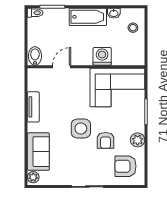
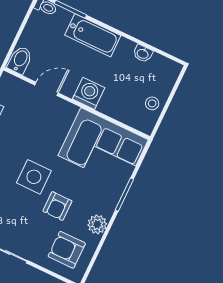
bathtub: (88, 17) -> (93, 35), moved
stool: (133, 28) -> (152, 103), moved
washing machine: (102, 56) -> (89, 93), moved

